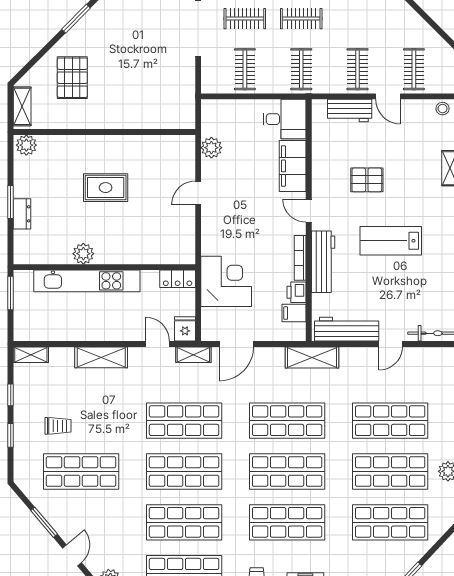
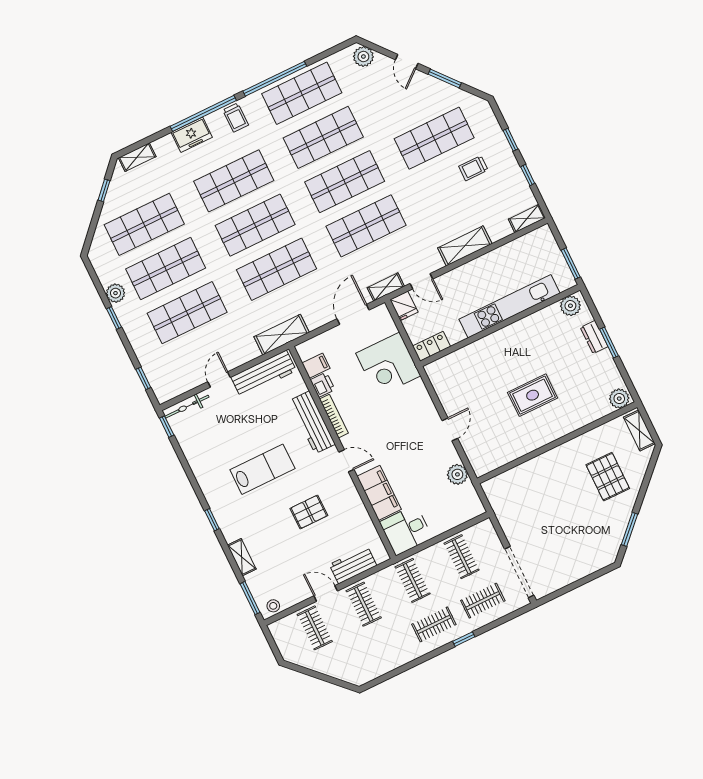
plant: (83, 254) -> (570, 306), moved

